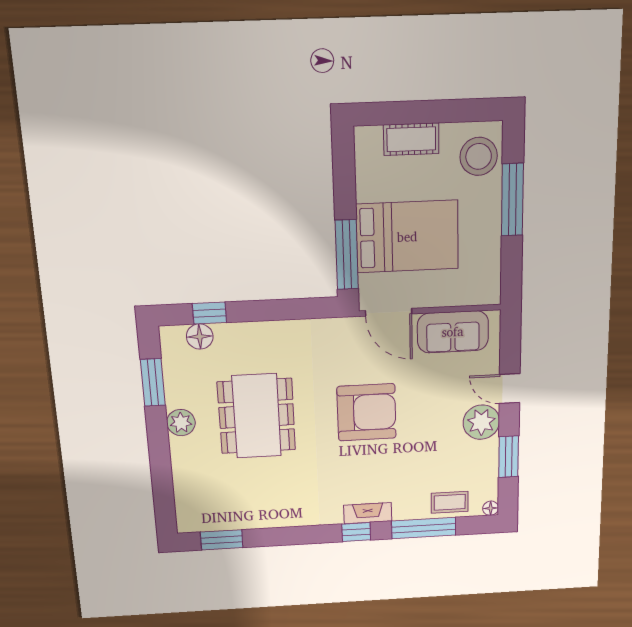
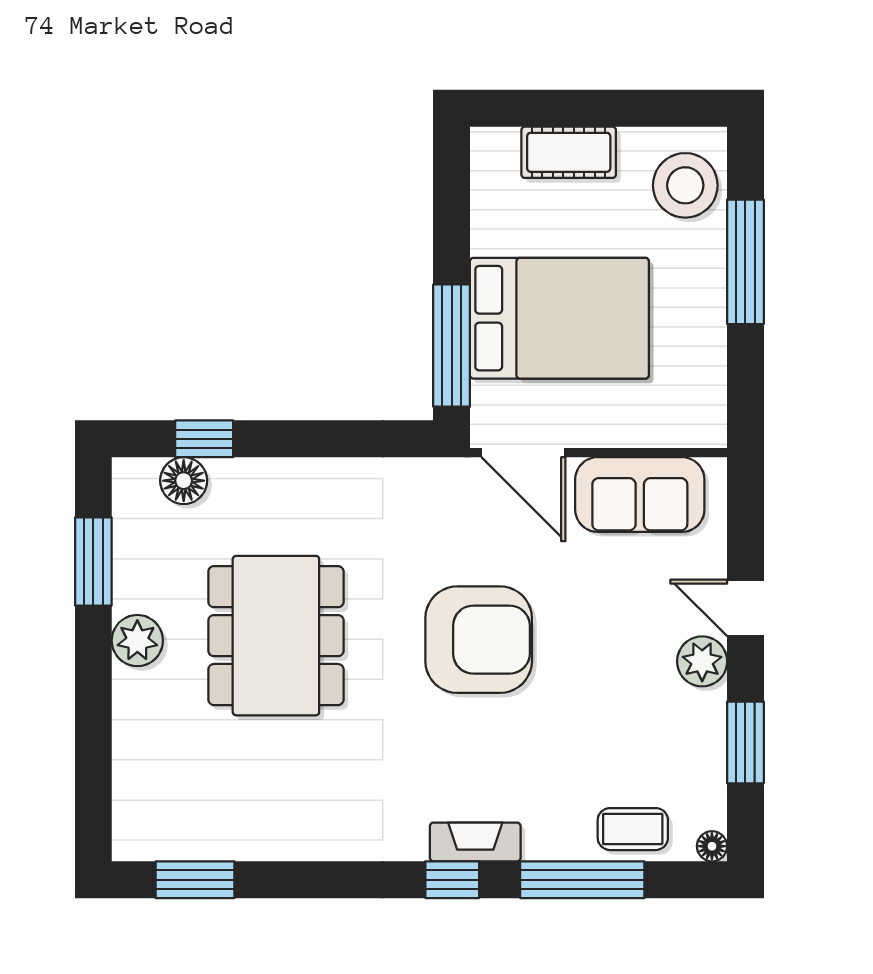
plant: (481, 422) -> (702, 661), width x0.73, depth x0.73

